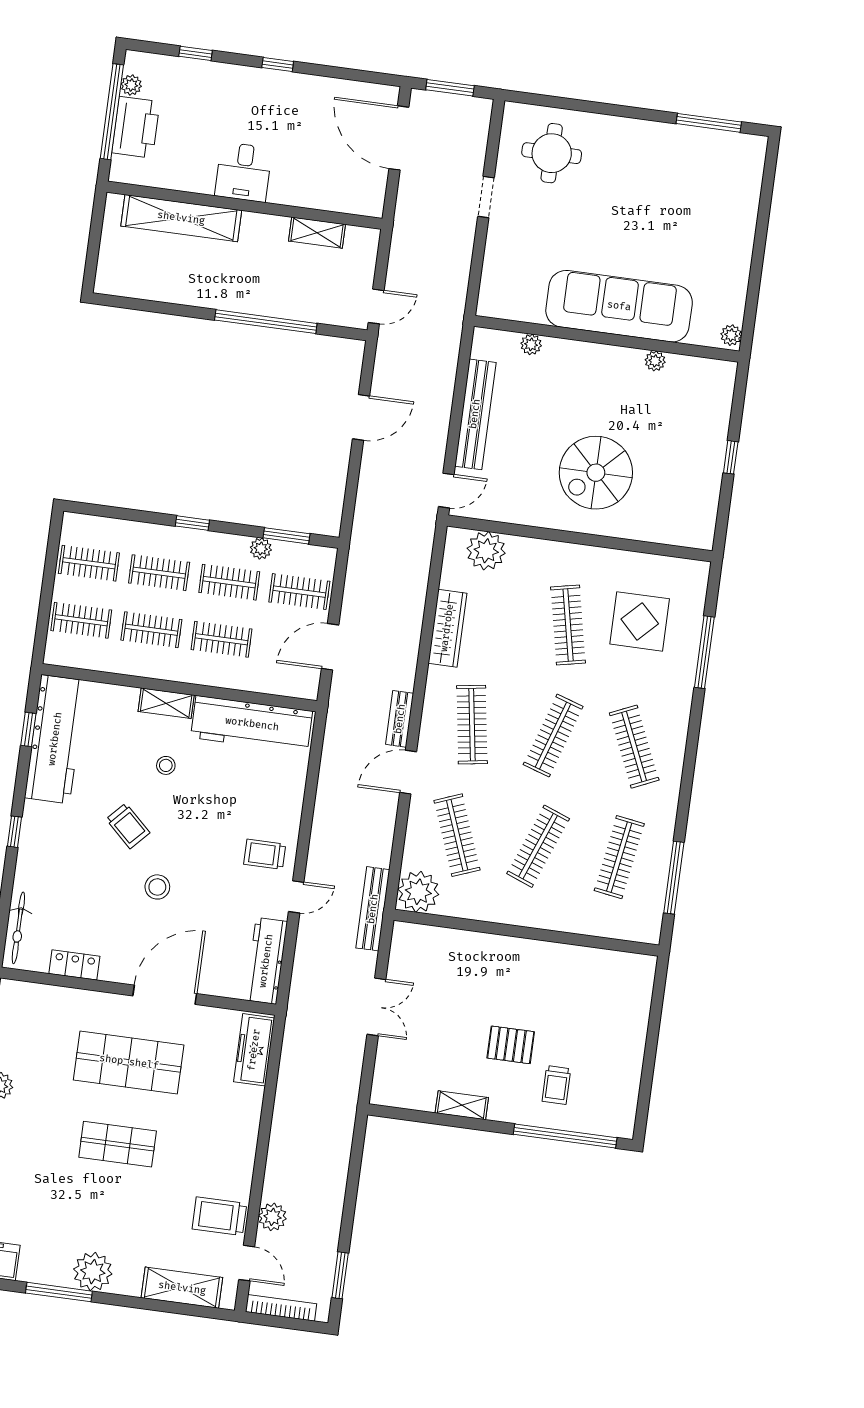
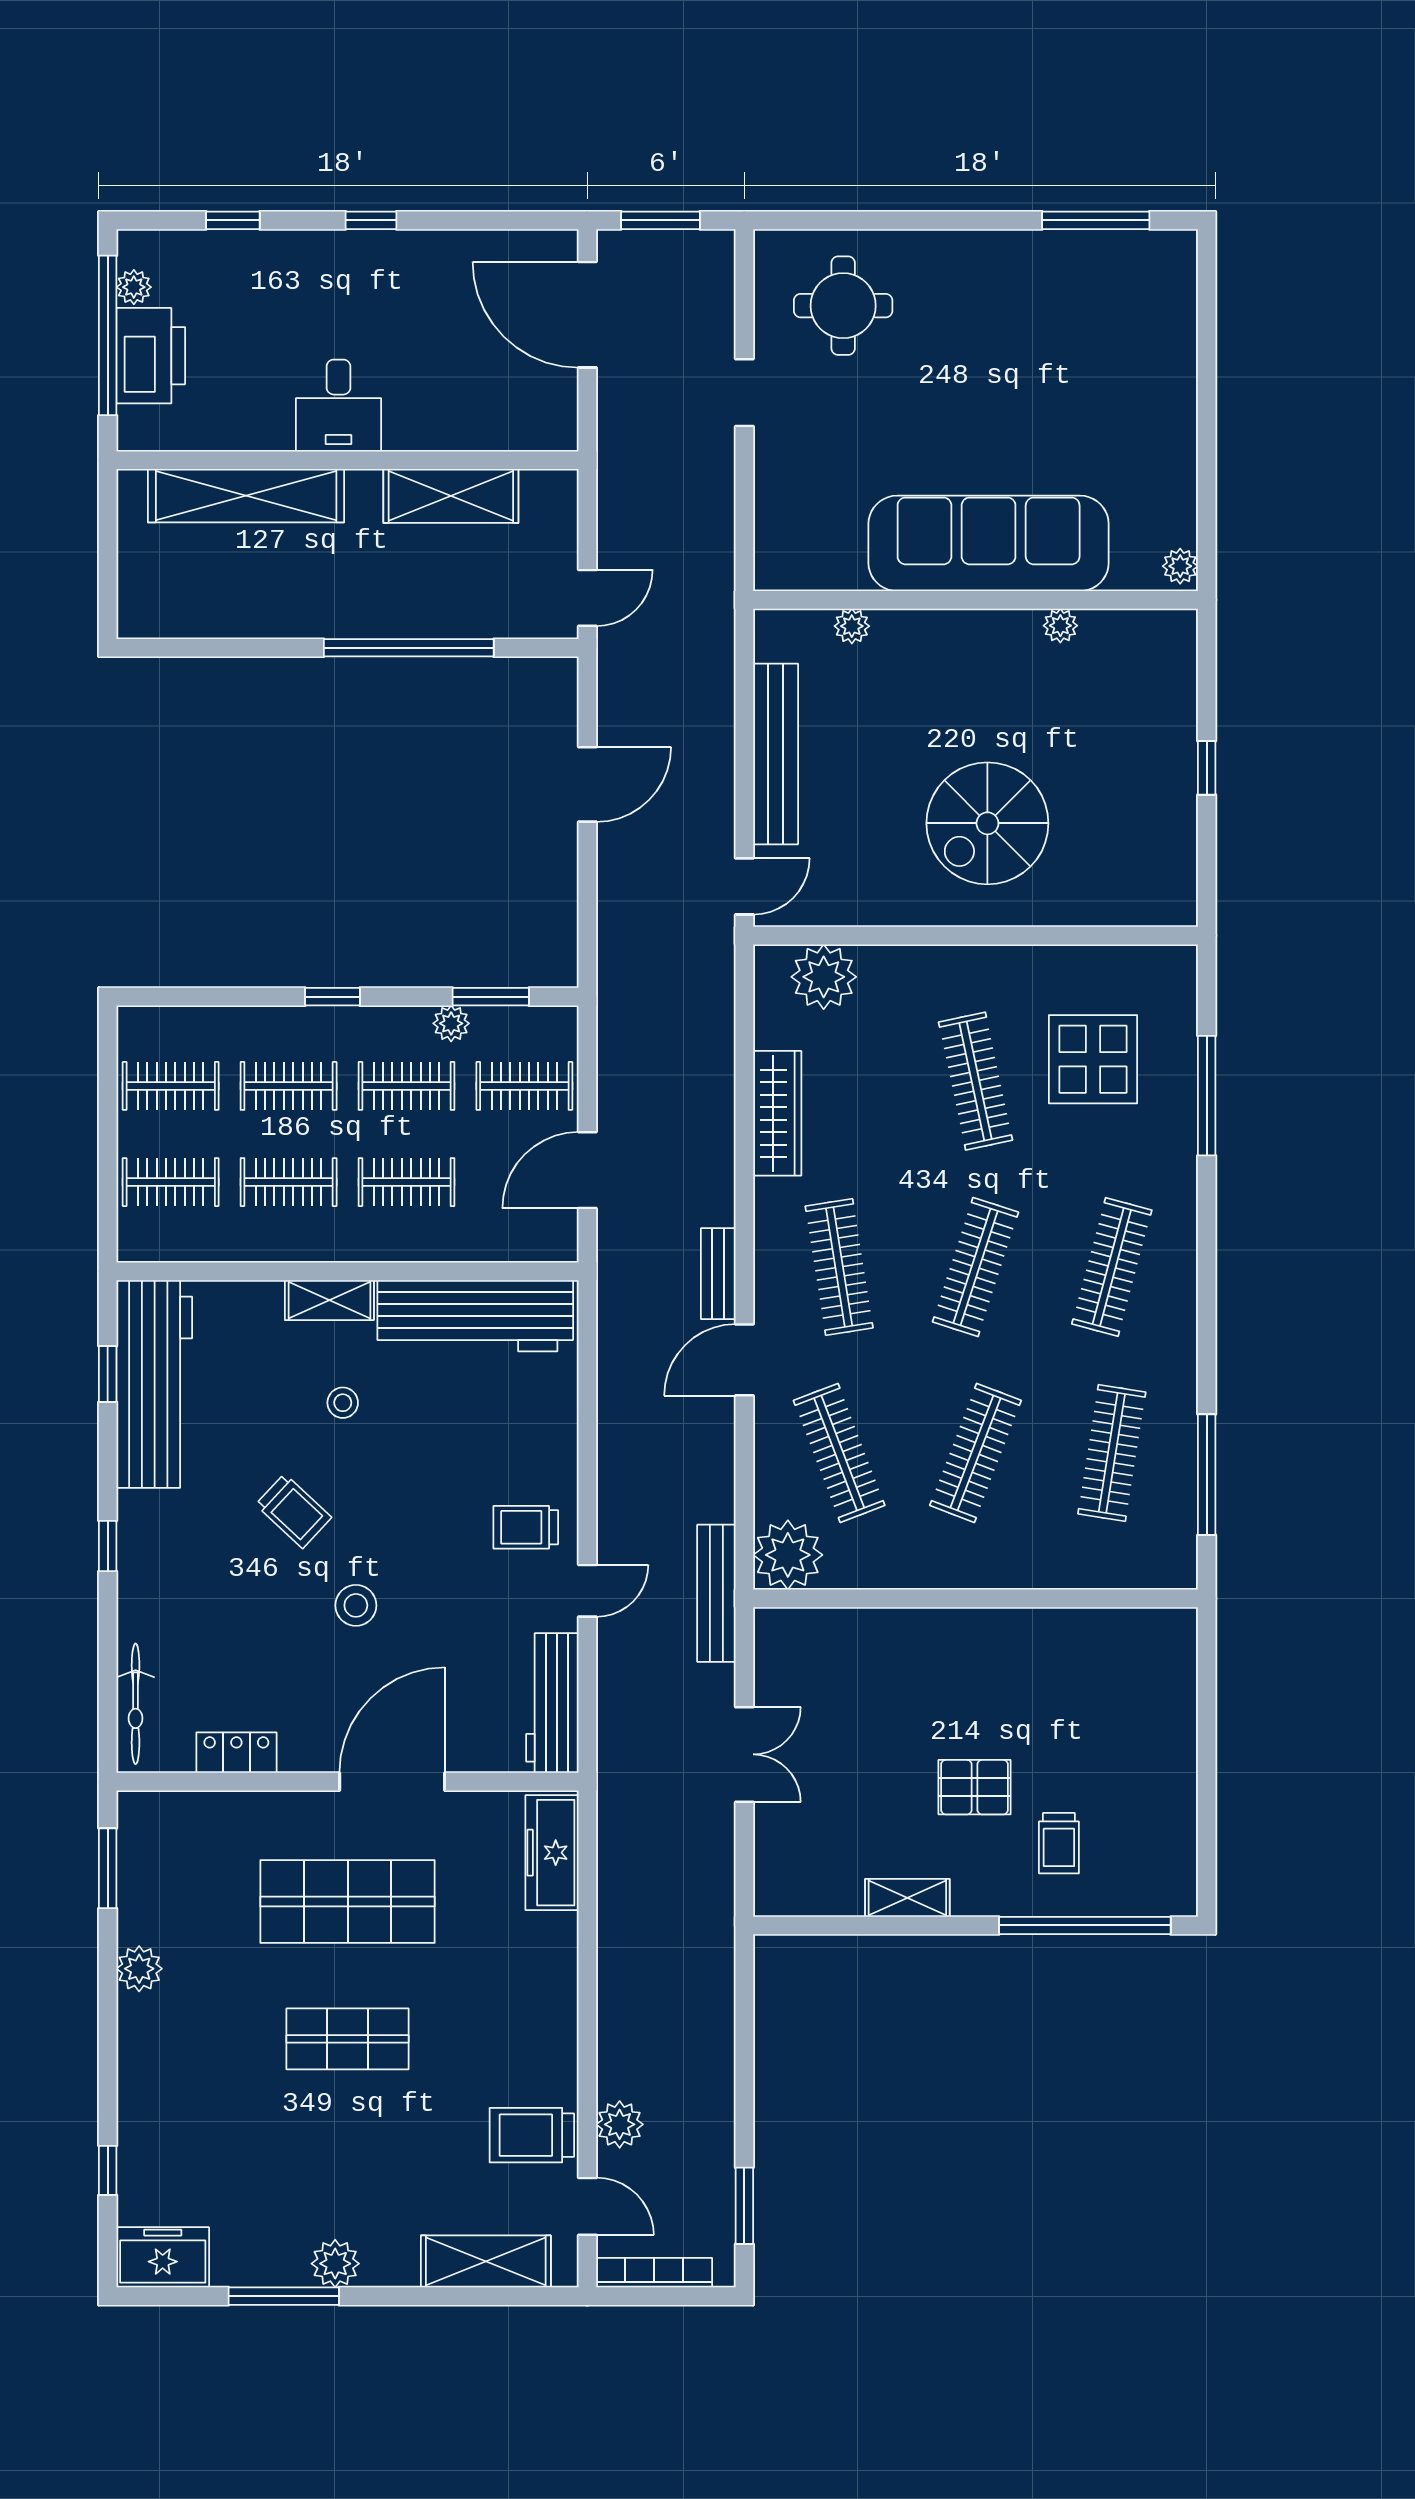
shelving: (317, 233) -> (451, 496), width x1.50, depth x1.33
clothes rail: (634, 747) -> (1112, 1267), turned 39
plant: (93, 1272) -> (335, 2264), width x0.73, depth x0.73

